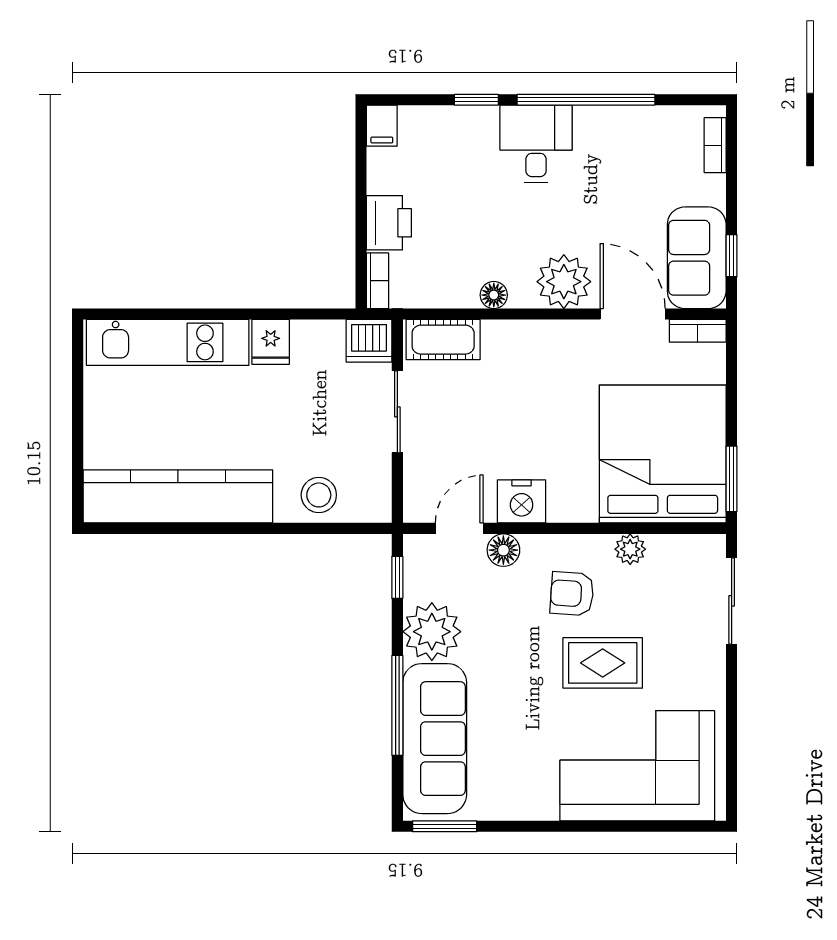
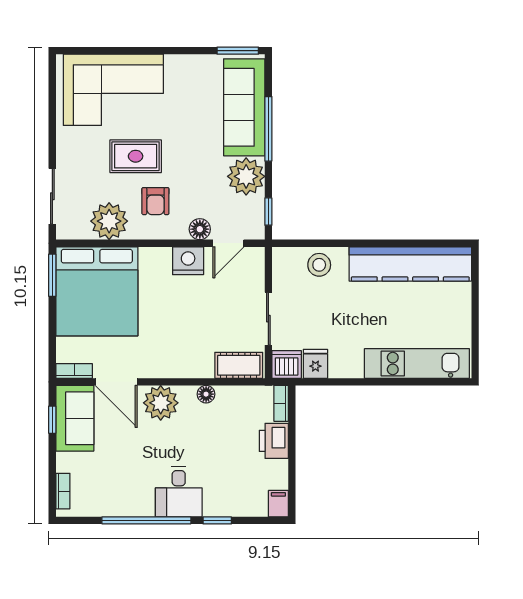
fridge: (271, 342) -> (315, 364), moved
plant: (630, 549) -> (109, 221), width x1.88, depth x1.88
armchair: (572, 594) -> (155, 201), turned 86

